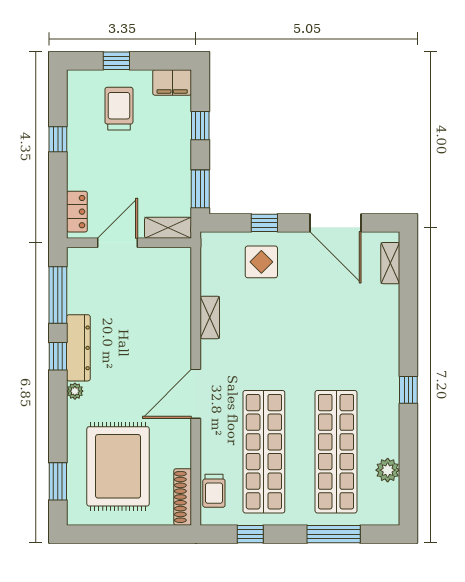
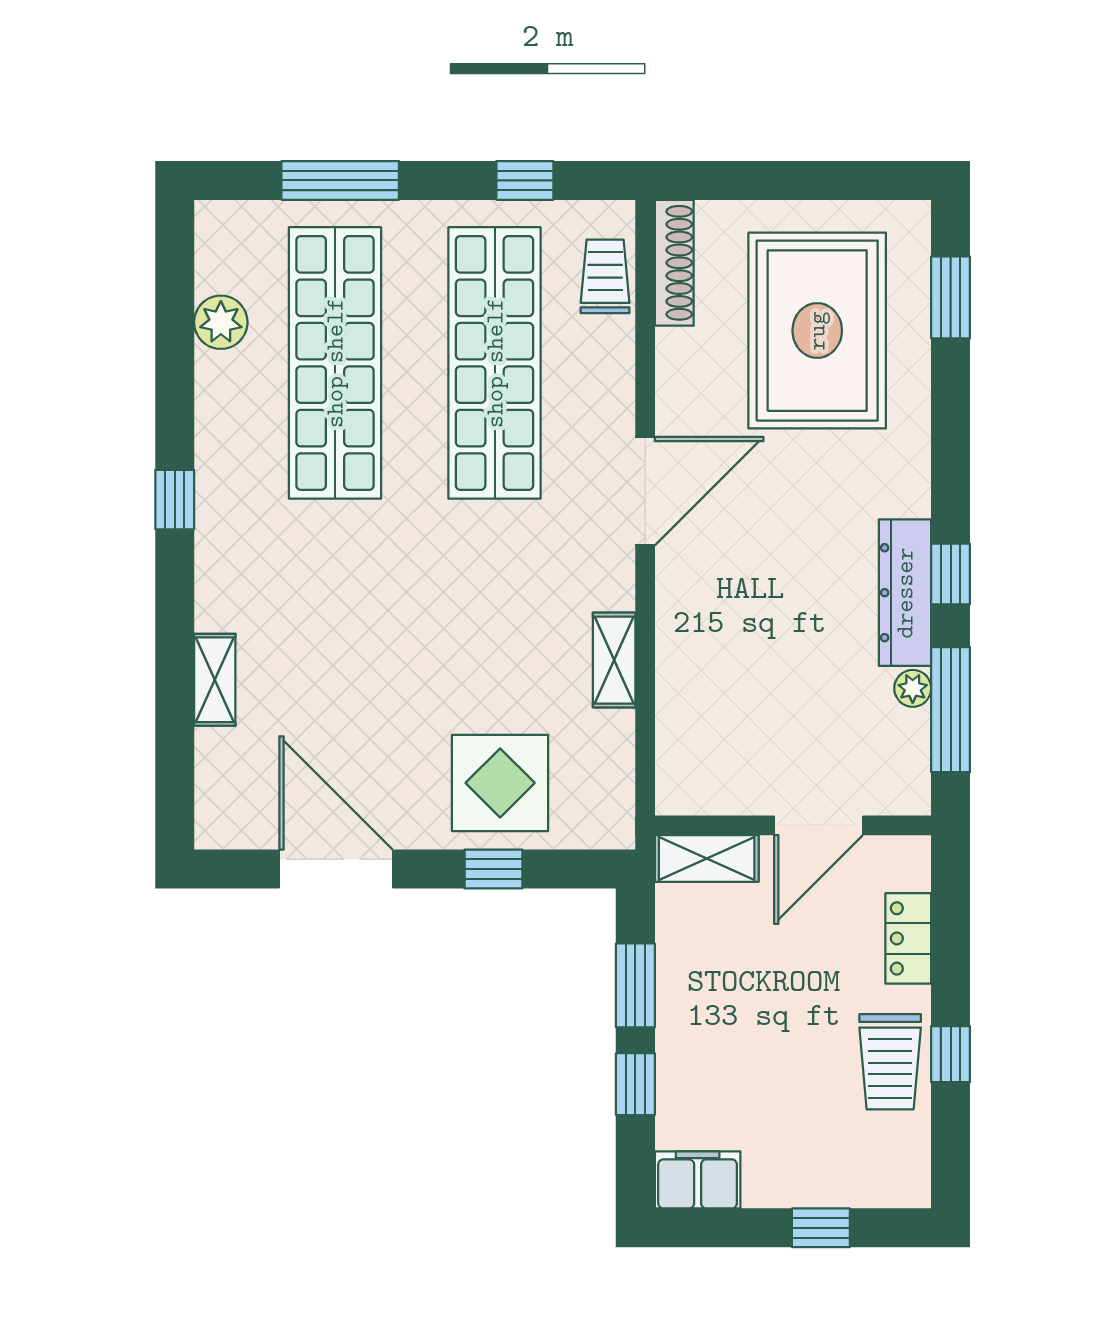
trolley: (119, 109) -> (890, 1062), moved
window: (200, 189) -> (635, 985), moved
locker: (77, 212) -> (908, 938), moved
display table: (261, 262) -> (500, 783), width x1.36, depth x1.36
shelving: (390, 263) -> (215, 680), moved
plant: (75, 391) -> (913, 688), moved

